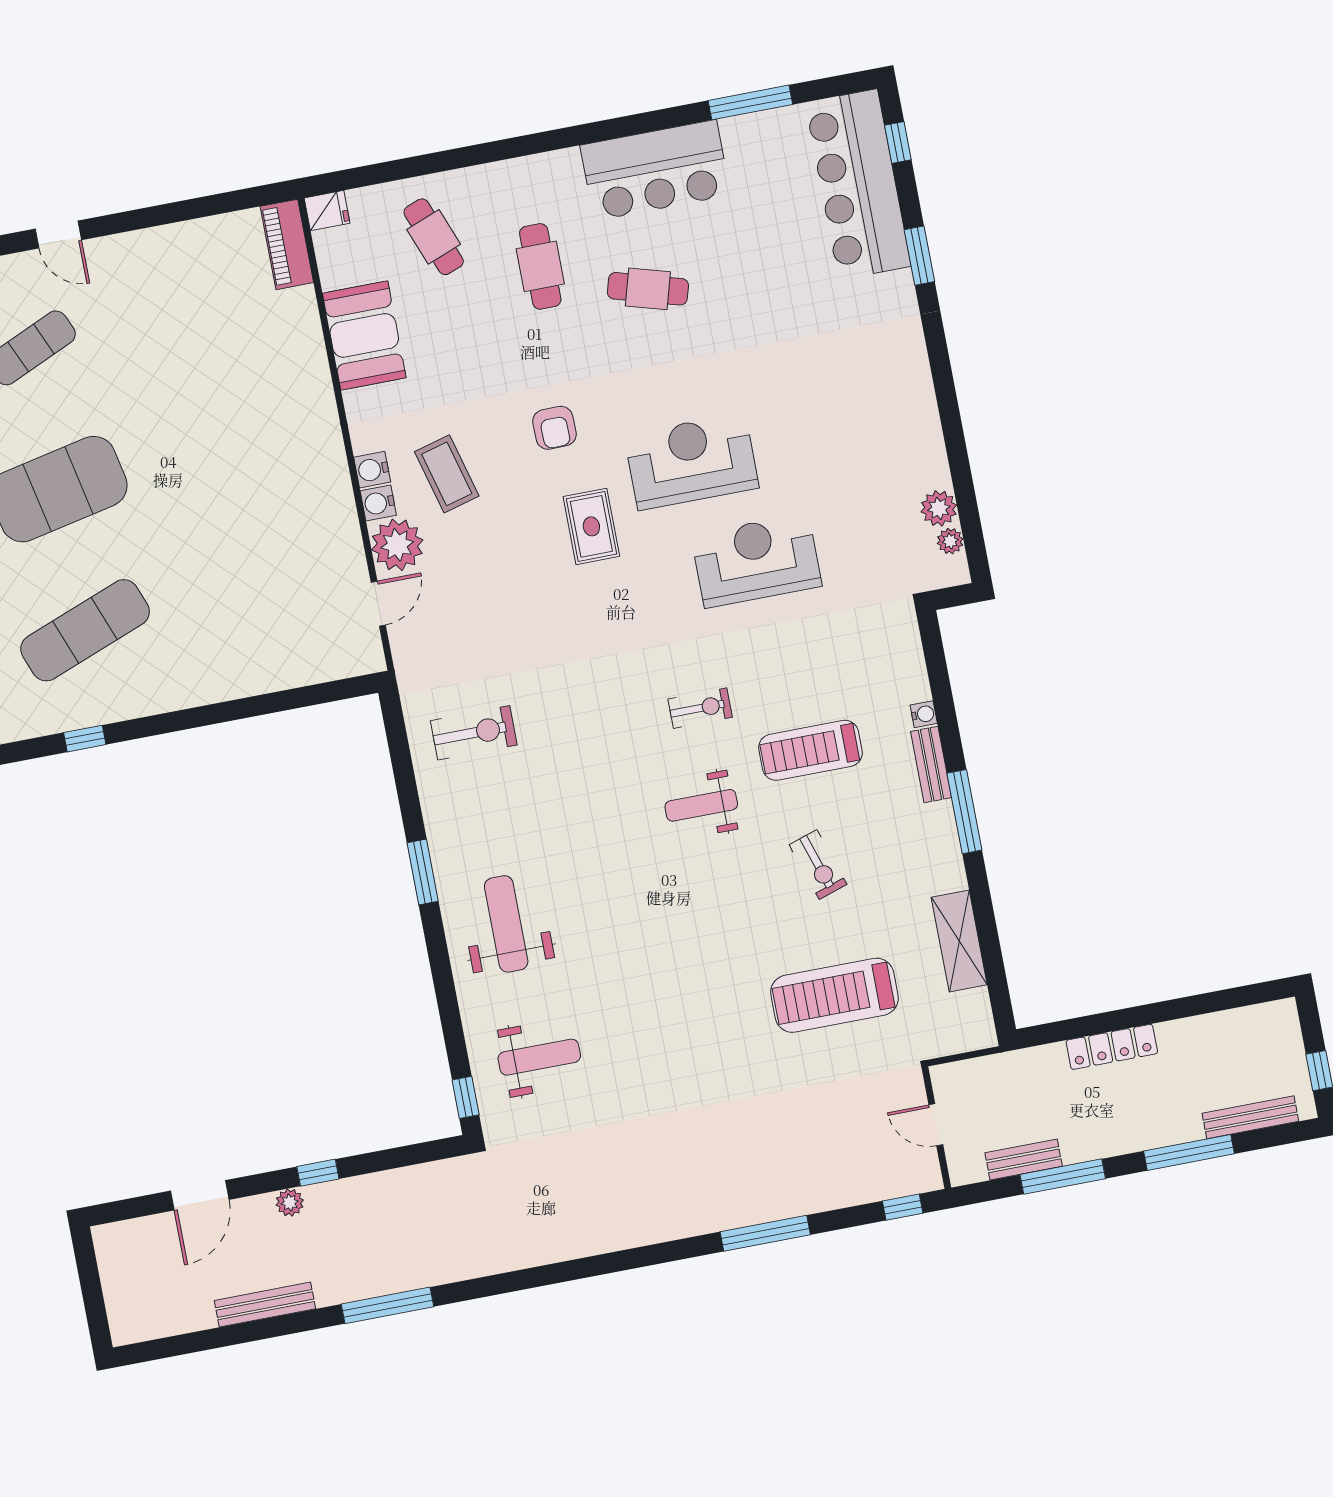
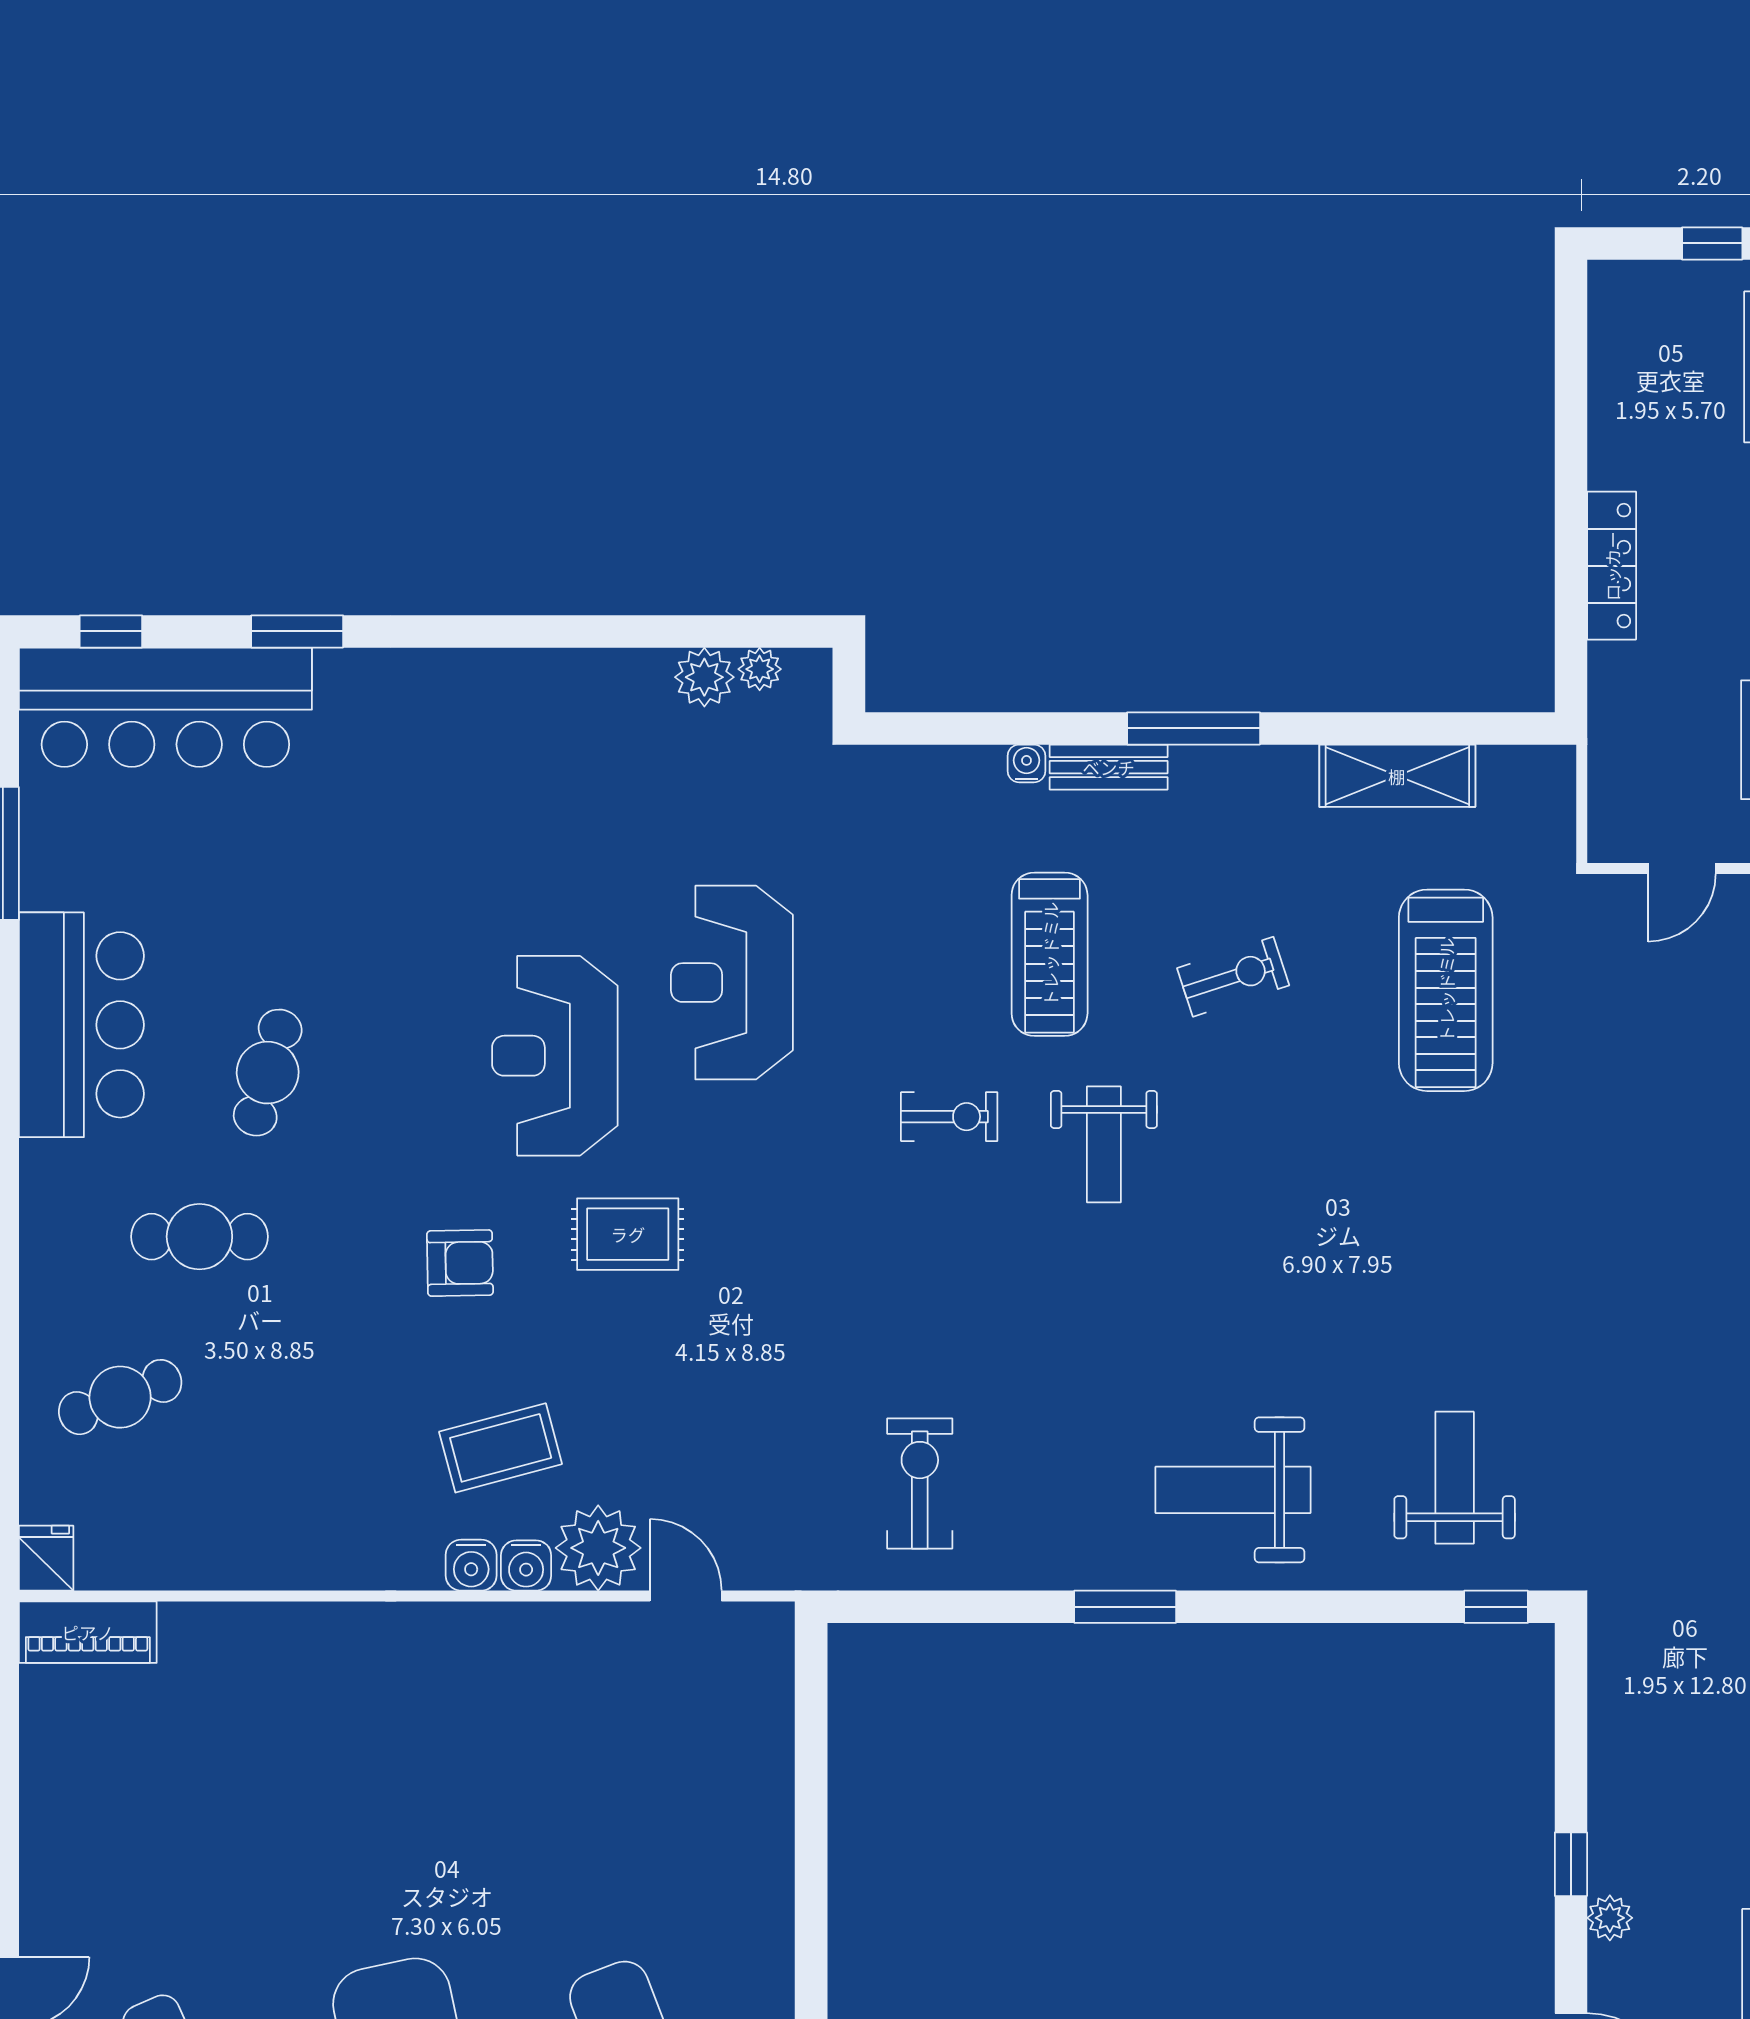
booth: (364, 335) -> (256, 1537), removed
exercise bike: (700, 708) -> (949, 1117), turned 90

